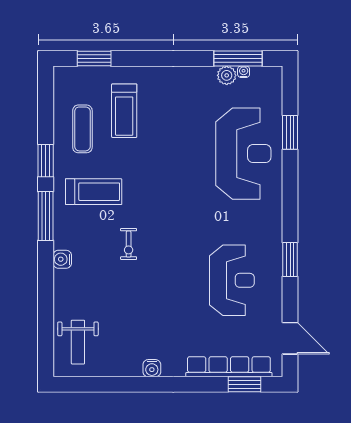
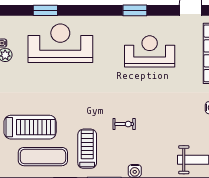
treadmill: (124, 111) -> (30, 127), width x1.37, depth x1.38
exercise mat: (82, 129) -> (43, 157), width x1.36, depth x1.45

